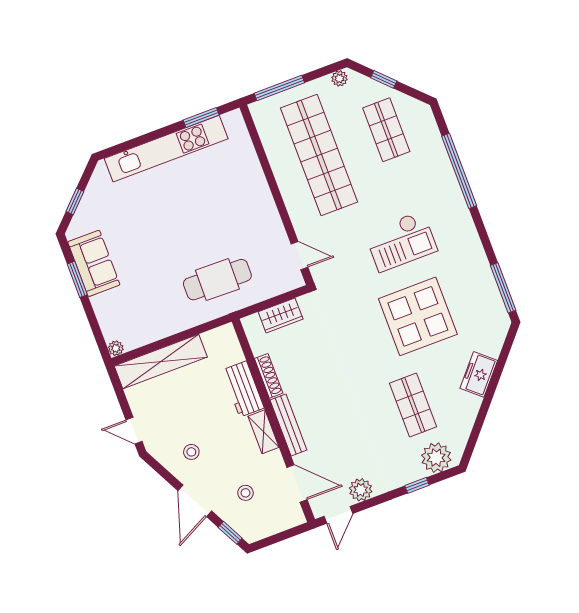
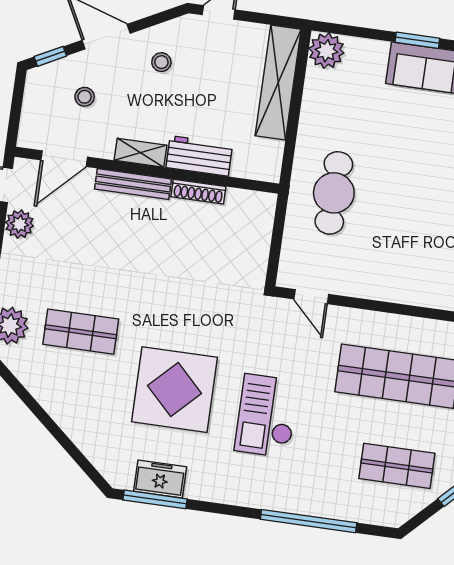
door: (299, 256) -> (311, 297), hinge flipped
wardrobe: (281, 315) -> (257, 240), removed
plant: (116, 348) -> (326, 51), width x1.88, depth x1.88
freezer: (479, 374) -> (160, 479), moved, turned -41

